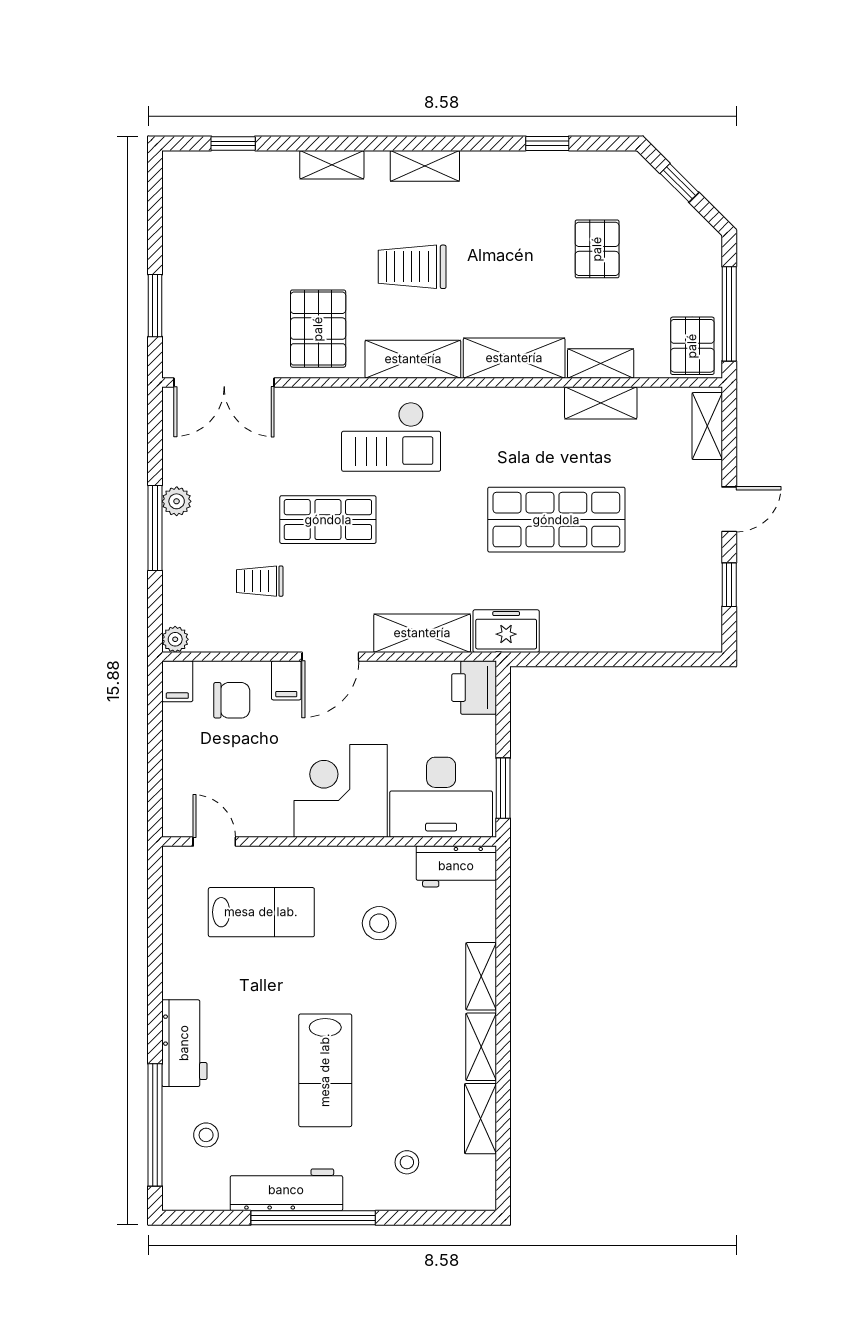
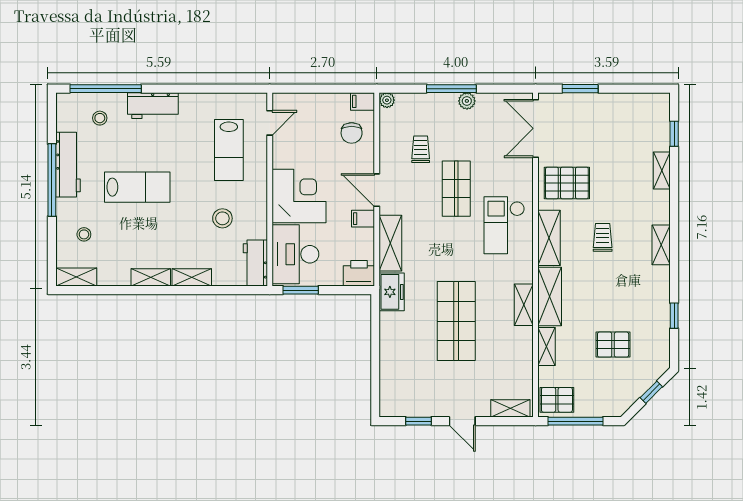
shelving: (332, 165) -> (662, 170), moved
trolley: (412, 267) -> (603, 237), width x0.73, depth x0.72
shelving: (601, 403) -> (524, 305), moved
filing cabinet: (286, 680) -> (363, 219), moved
lab bench: (325, 1070) -> (137, 187), turned 180
shelving: (480, 1119) -> (76, 277), moved

